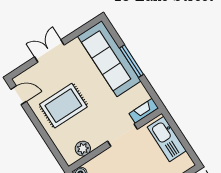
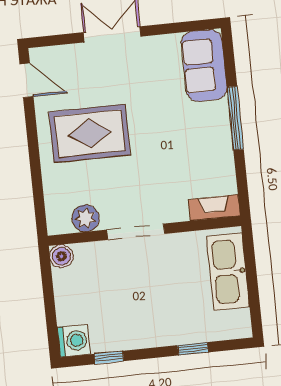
sofa: (109, 59) -> (204, 65), width x0.54, depth x0.79
doorway: (122, 135) -> (136, 232), moved

